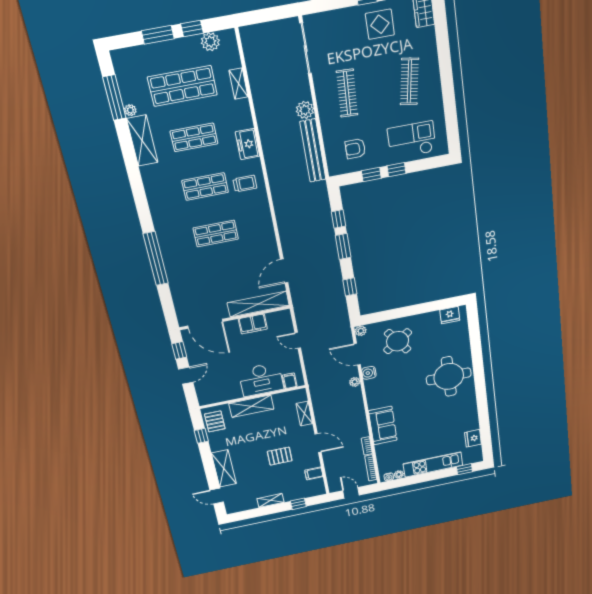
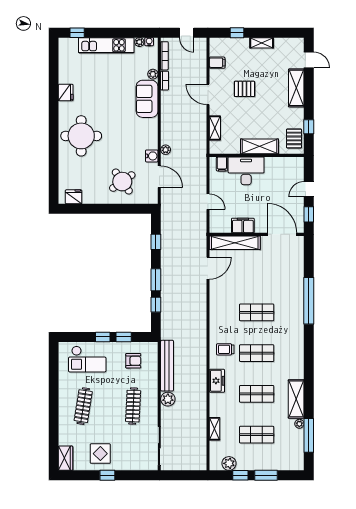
shop shelf: (182, 86) -> (257, 435), width x0.70, depth x0.74
plant: (361, 331) -> (153, 74), moved
fridge: (473, 438) -> (66, 92), moved

